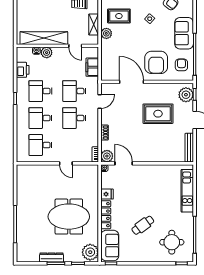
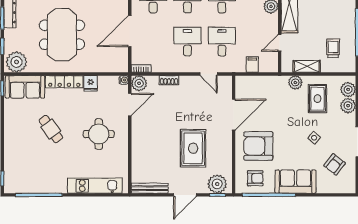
filing cabinet: (92, 67) -> (252, 65), width x0.50
door: (66, 163) -> (130, 31), width x1.88
round table: (172, 242) -> (99, 134), moved

